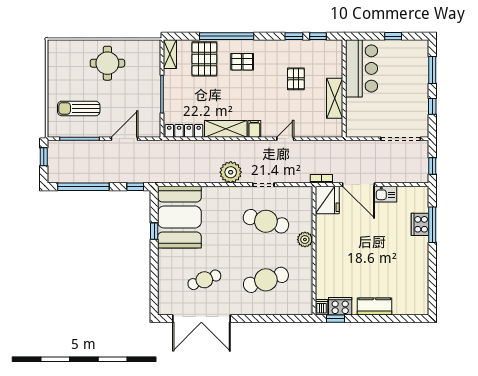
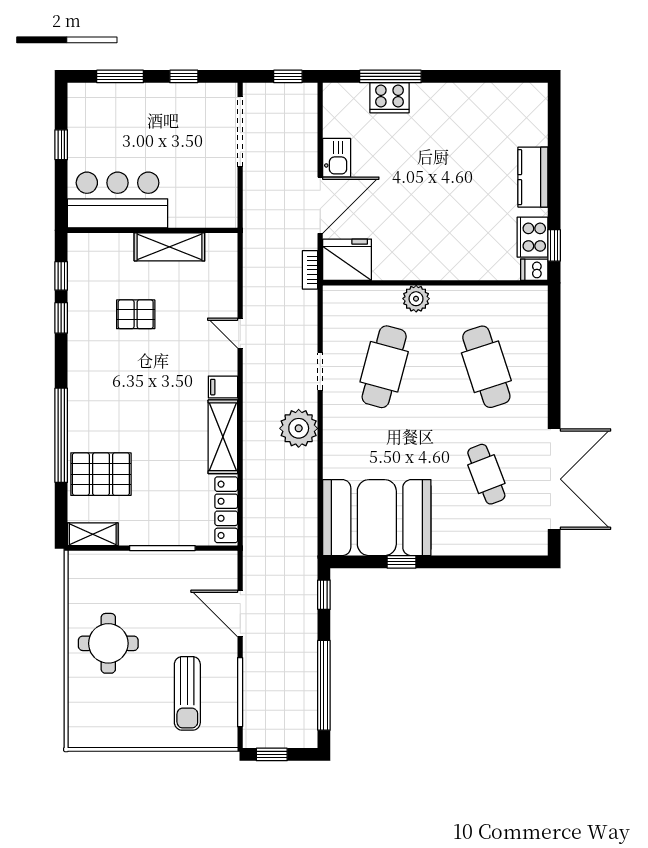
pallet: (242, 62) -> (106, 408), removed

